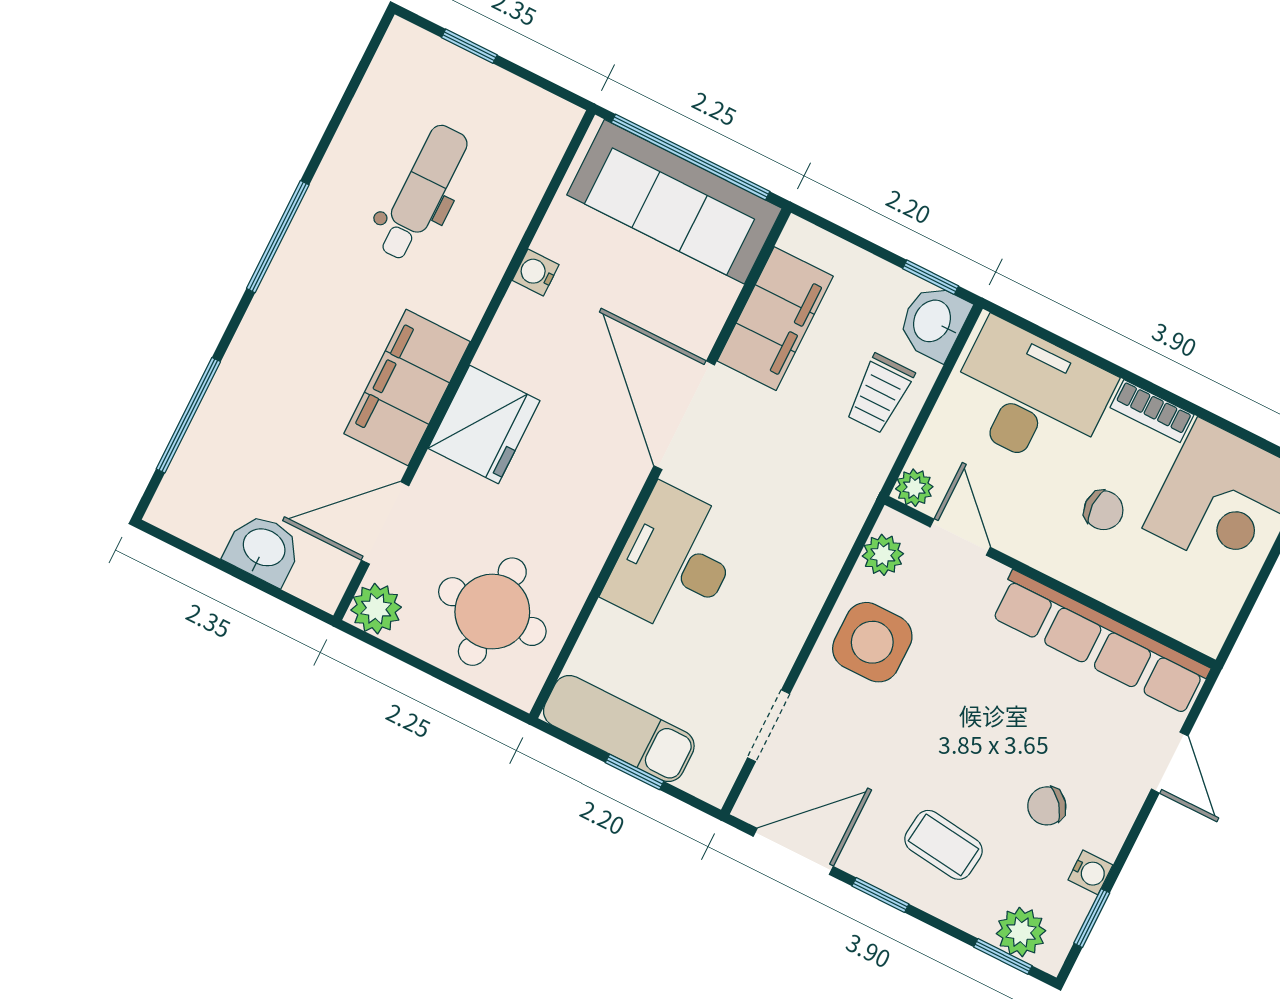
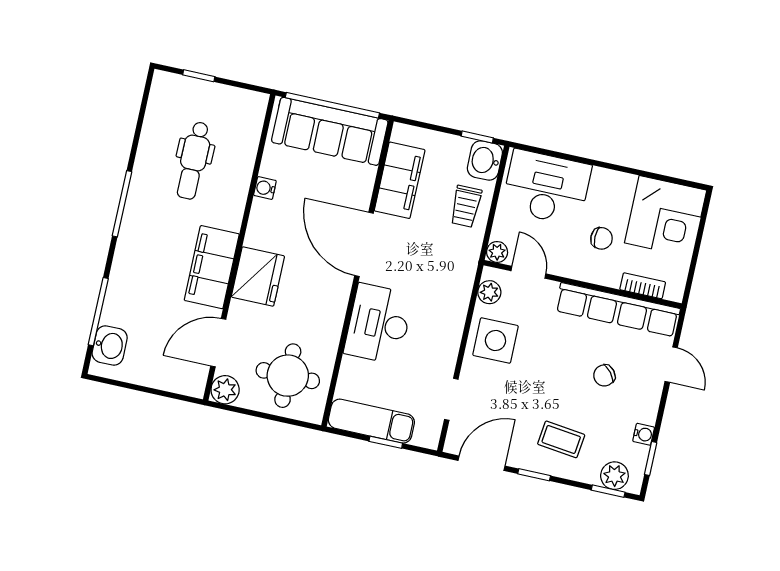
dental chair: (422, 192) -> (193, 161), turned 180
bookcase: (1152, 411) -> (643, 286), moved, turned 180
washbasin: (263, 549) -> (110, 345), moved, turned 90
chair: (1047, 806) -> (604, 375), moved

